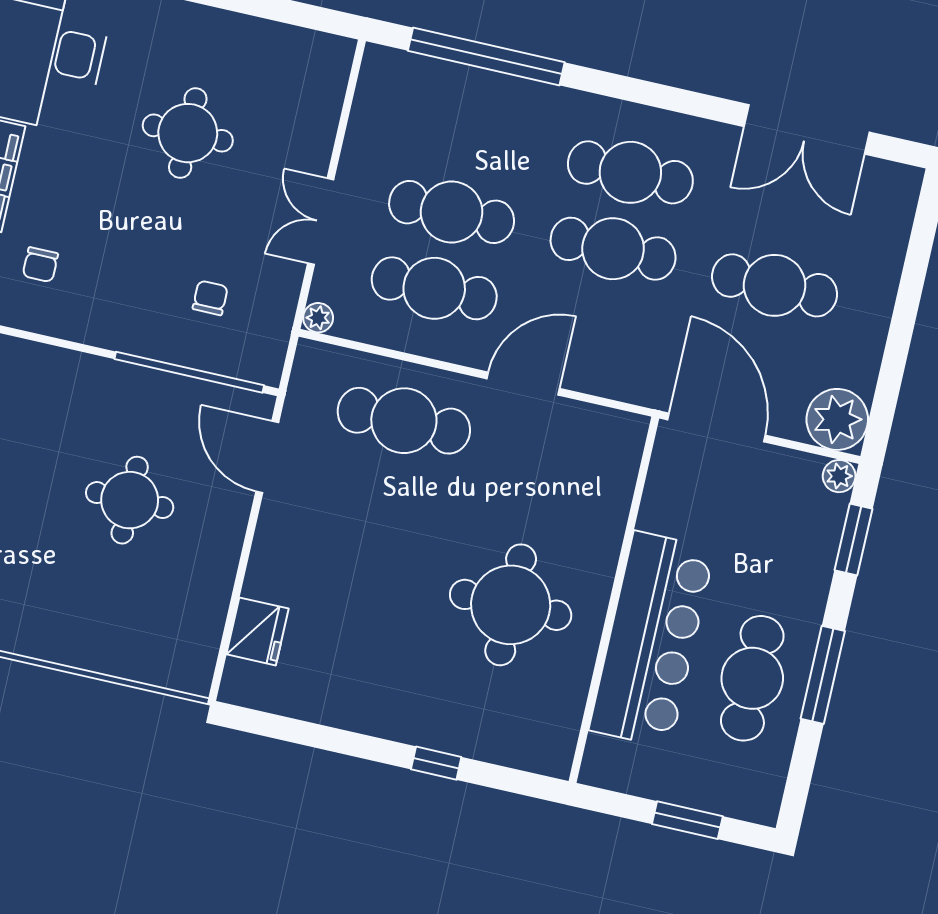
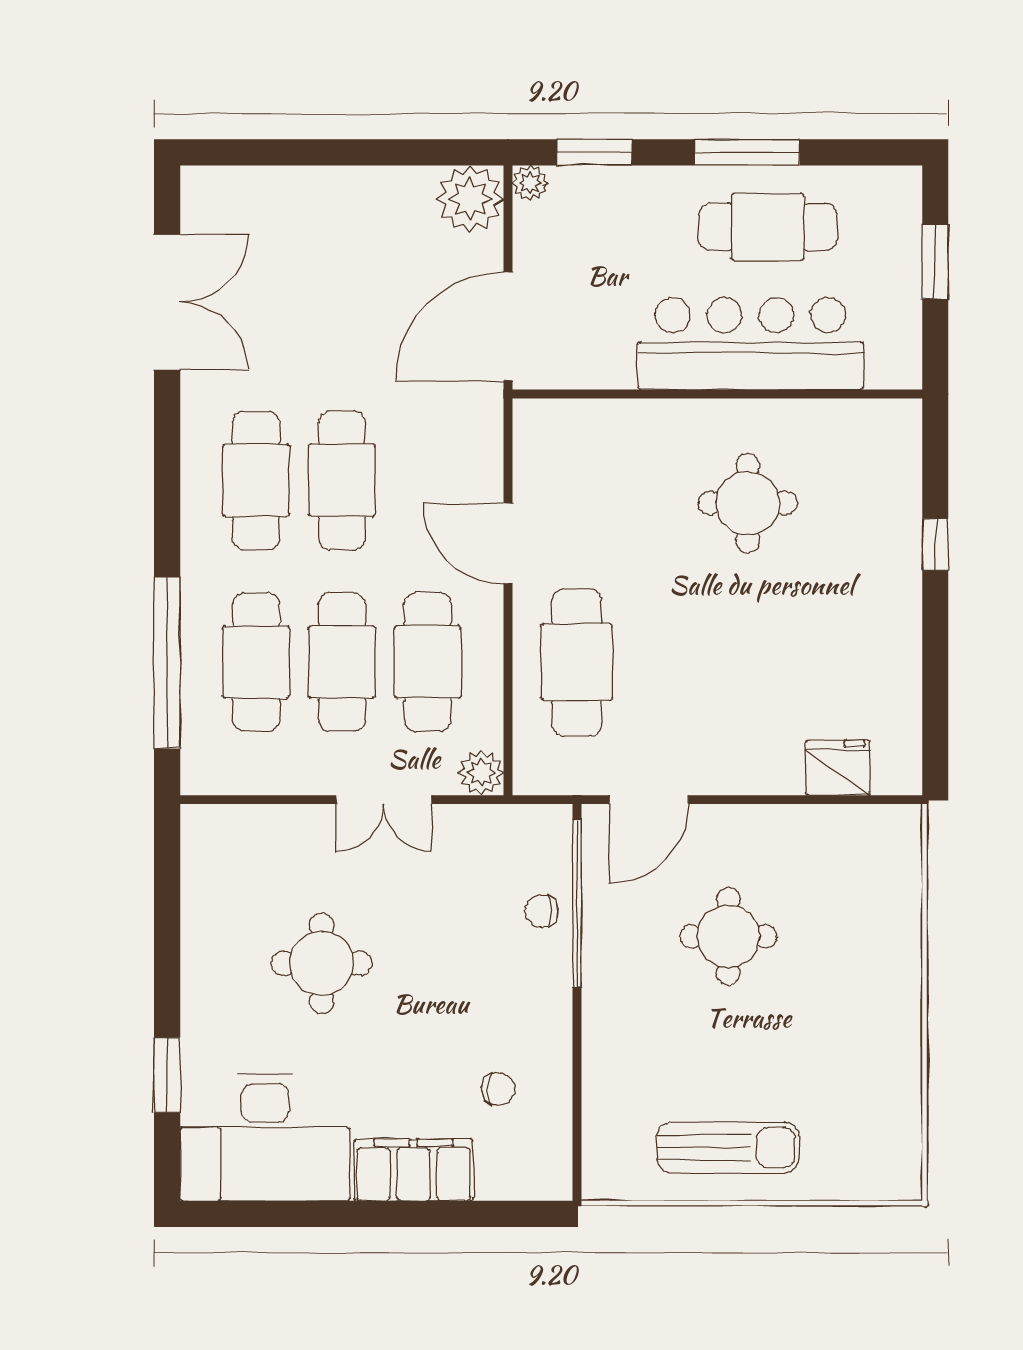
cafe table: (775, 285) -> (256, 662), moved
chair: (210, 298) -> (542, 911), moved
plant: (318, 318) -> (481, 773), width x1.38, depth x1.38
round table: (511, 605) -> (748, 503), width x0.73, depth x0.73

